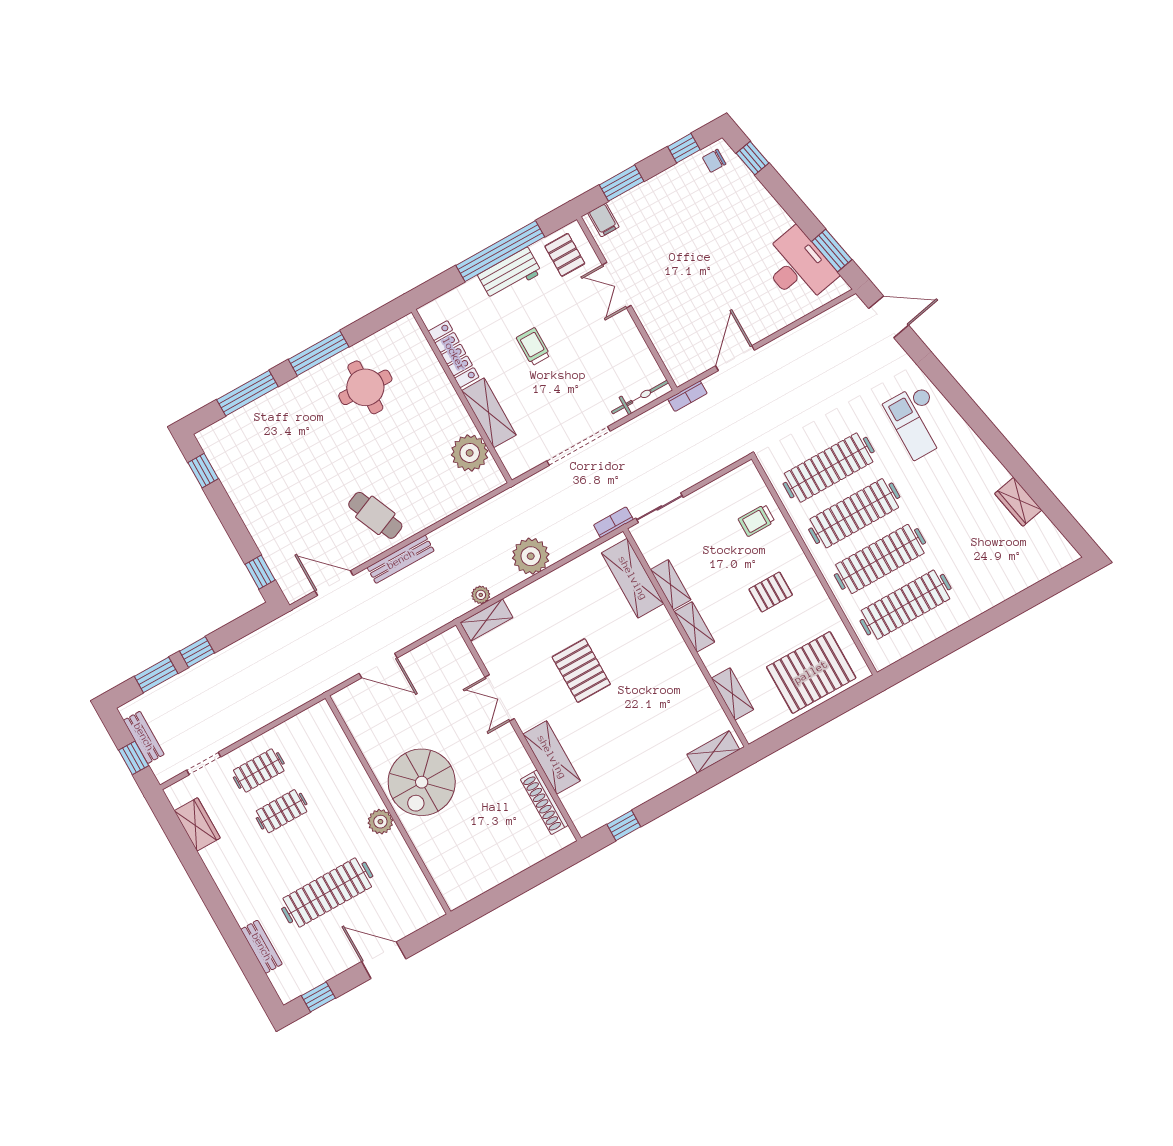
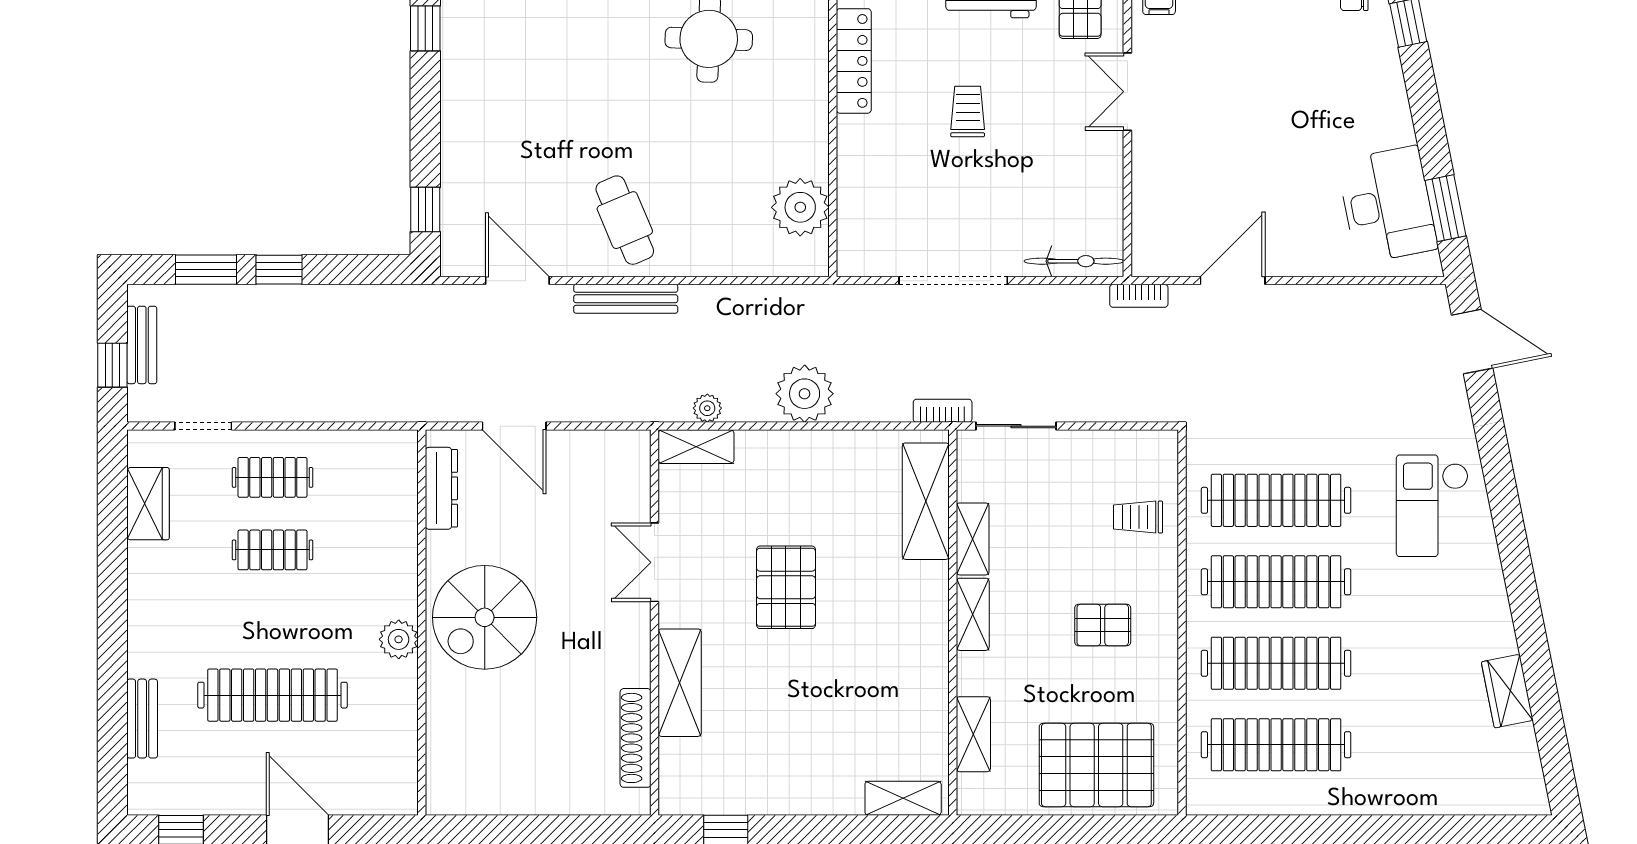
shelving: (489, 413) -> (857, 167), removed
dresser: (357, 723) -> (441, 488), added

